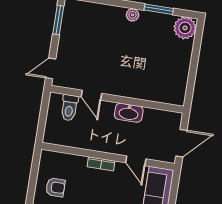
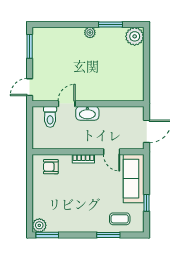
door: (91, 95) -> (67, 104), swing flipped
washbasin: (129, 113) -> (87, 113), moved
armchair: (55, 187) -> (51, 167), moved, turned 180

